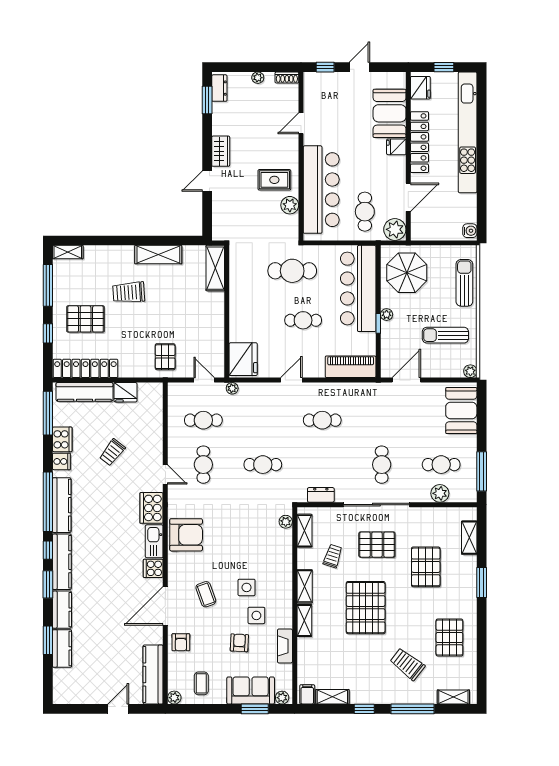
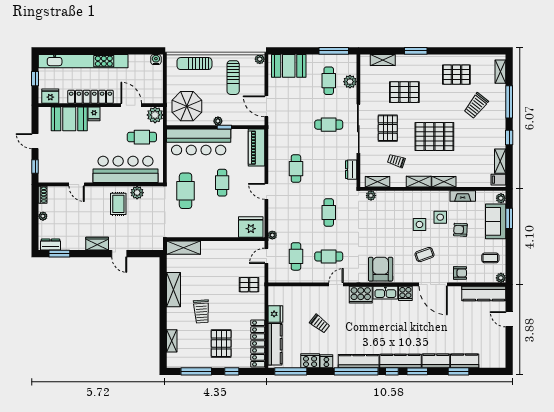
shelving: (68, 252) -> (172, 341), moved

